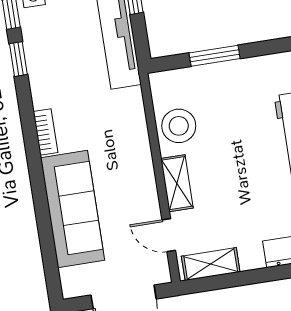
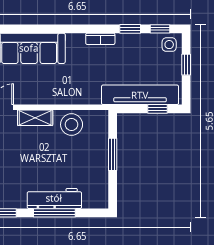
bookcase: (45, 132) -> (100, 39), moved

